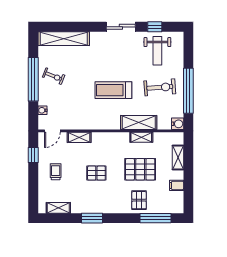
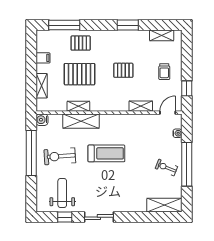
shelving: (64, 39) -> (164, 205), width x0.68
pallet: (139, 200) -> (81, 43), turned 90

